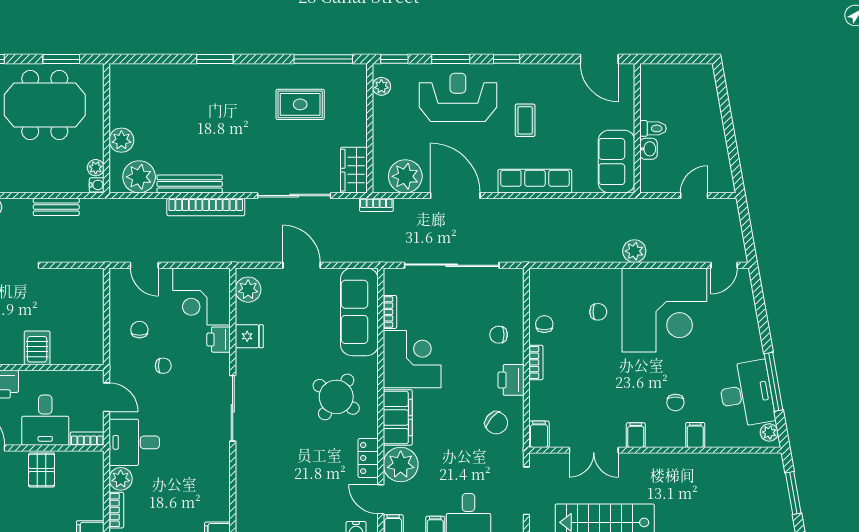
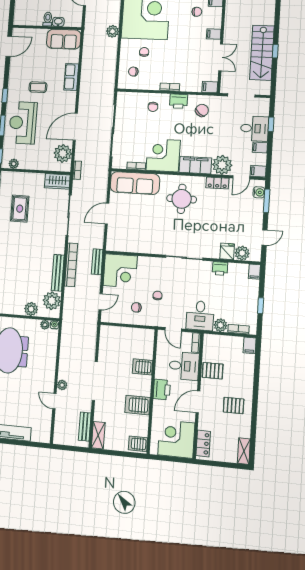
row of seats: (535, 181) -> (71, 77), width x0.68
bench: (56, 207) -> (97, 262), moved
plant: (248, 290) -> (242, 253), moved
chair: (544, 324) -> (133, 72), moved
fridge: (249, 336) -> (227, 251), moved
printer: (219, 340) -> (220, 268), moved
door: (107, 397) -> (173, 329), swing flipped
round table: (336, 397) -> (182, 199), turned -34

